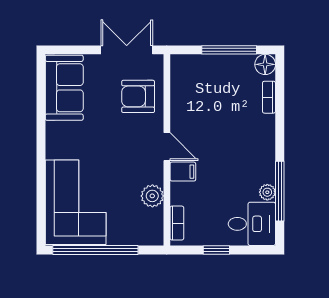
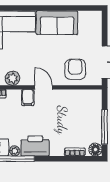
sofa: (64, 88) -> (57, 23), moved
door: (167, 147) -> (44, 87), swing flipped
printer: (259, 160) -> (35, 146), added

